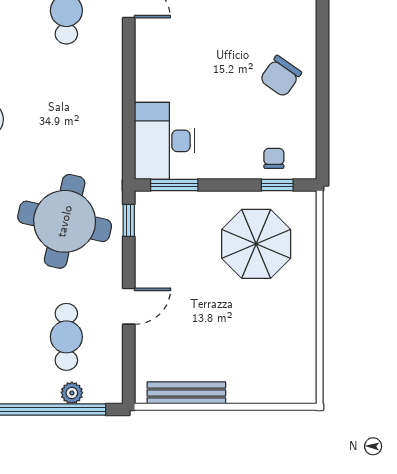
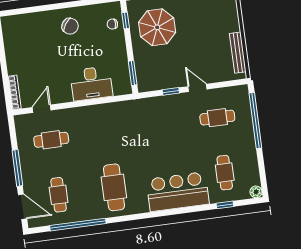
desk: (165, 141) -> (91, 83), moved
window: (129, 220) -> (171, 91), moved
round table: (65, 221) -> (159, 126), removed
plant: (72, 393) -> (246, 111), removed

